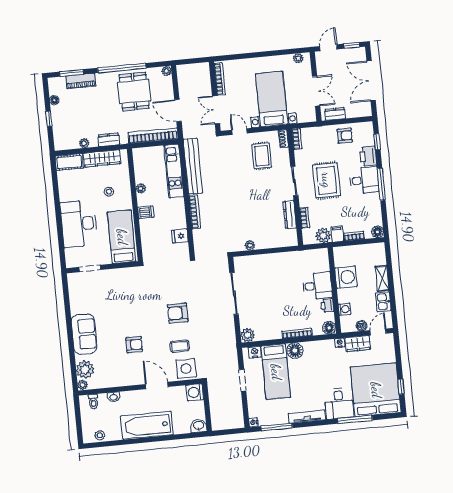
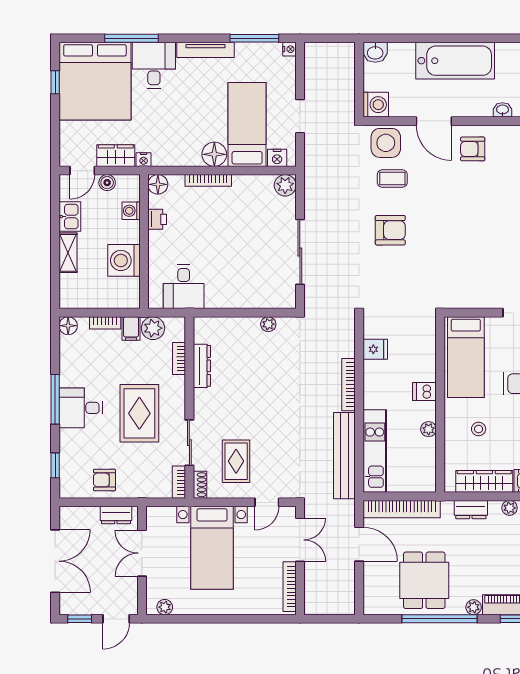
plant: (167, 71) -> (474, 607), moved
door: (239, 132) -> (267, 502), hinge flipped
printer: (368, 156) -> (71, 444), removed
sliding door: (294, 181) -> (189, 443), moved
desk: (317, 286) -> (184, 287), moved, turned -90
armchair: (134, 345) -> (473, 149), moved

